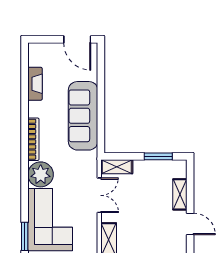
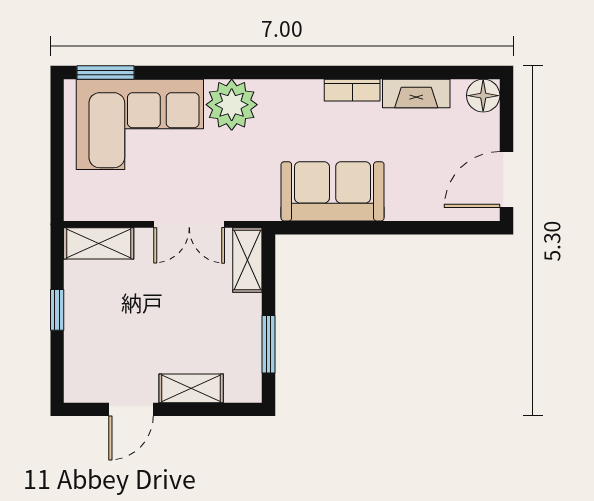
floor lamp: (36, 51) -> (483, 96), added
sofa: (83, 116) -> (333, 191), width x0.73
bookcase: (33, 139) -> (352, 90), moved, width x0.64

